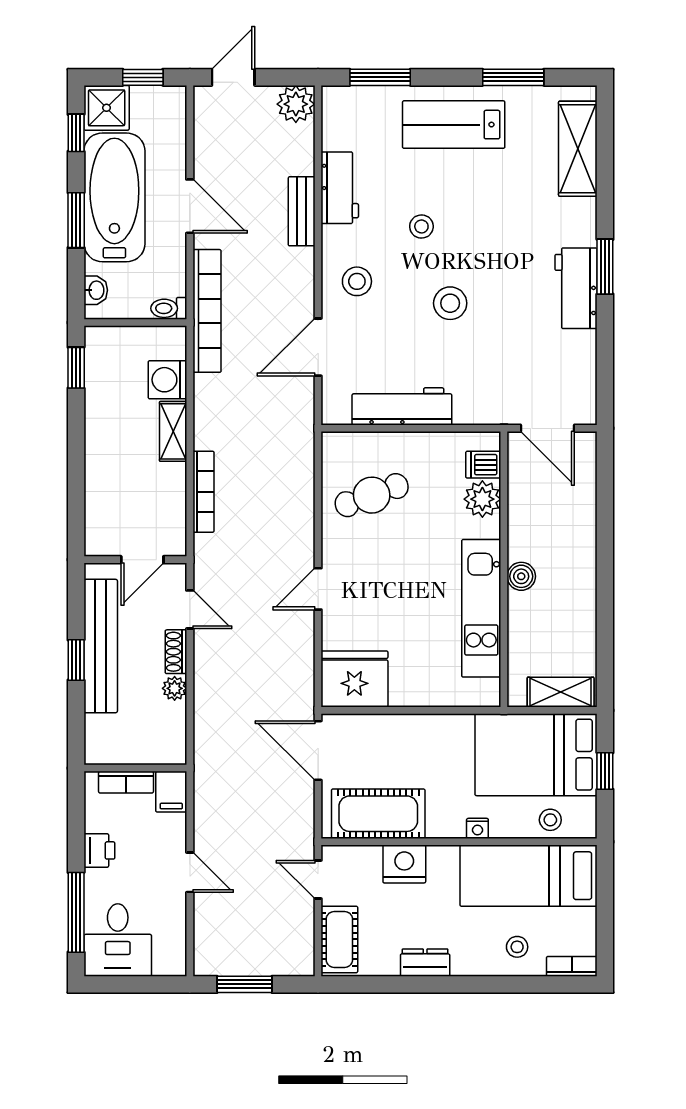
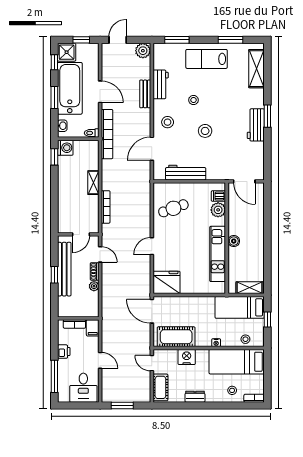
washing machine: (167, 380) -> (65, 148), moved, turned 180
bed: (536, 755) -> (240, 307), width x0.67
desk: (118, 940) -> (83, 388), moved

